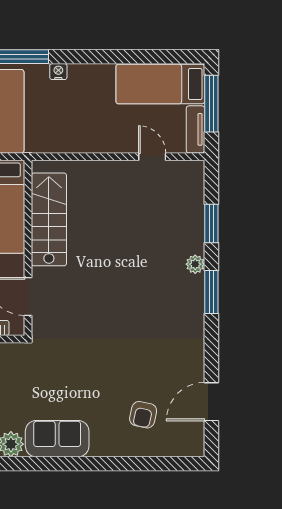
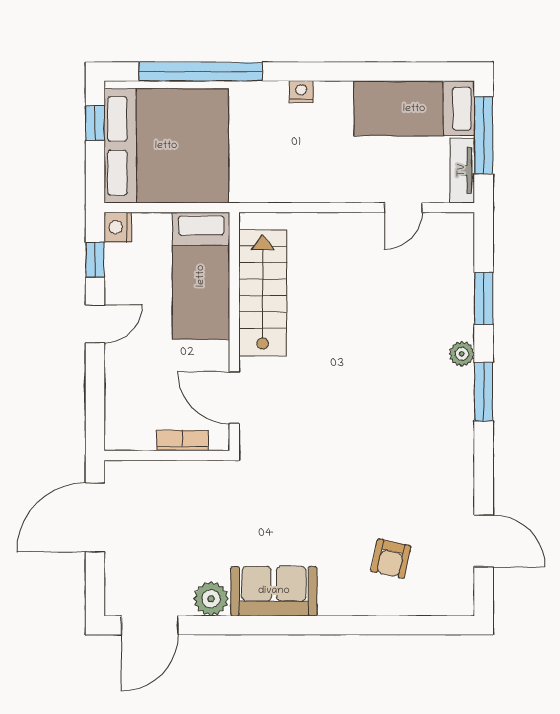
nightstand: (58, 72) -> (301, 92), moved
door: (152, 157) -> (403, 208), swing flipped
door: (211, 402) -> (484, 541), swing flipped

